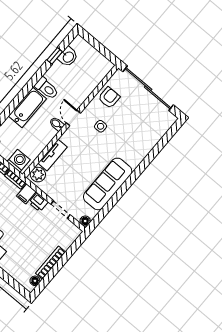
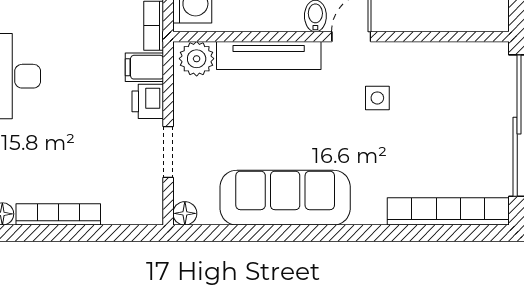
armchair: (109, 98) -> (441, 70), removed
bookcase: (157, 134) -> (448, 211), added
tv unit: (53, 155) -> (269, 55), width x1.41

